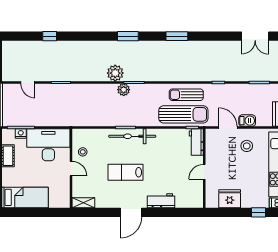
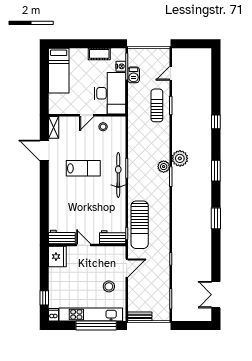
window: (50, 36) -> (216, 122), moved
sun lounger: (186, 95) -> (157, 105), moved
barbecue: (247, 121) -> (134, 75), moved
lab bench: (125, 172) -> (83, 168), turned 90
fridge: (230, 199) -> (57, 257), moved
workbench: (161, 201) -> (62, 237), moved, turned -90
door: (131, 212) -> (44, 151), moved

